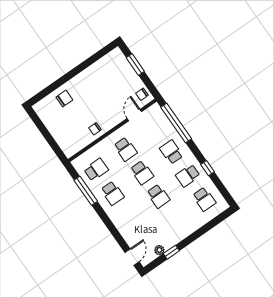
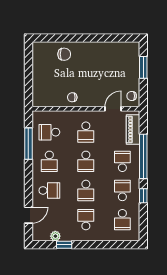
piano: (162, 121) -> (133, 130), added
window: (176, 123) -> (143, 156), moved
school desk: (96, 170) -> (49, 132), turned 180
school desk: (188, 176) -> (122, 190), turned 90
school desk: (129, 217) -> (49, 190), added
school desk: (175, 220) -> (86, 220), added
door: (132, 257) -> (28, 215), moved

